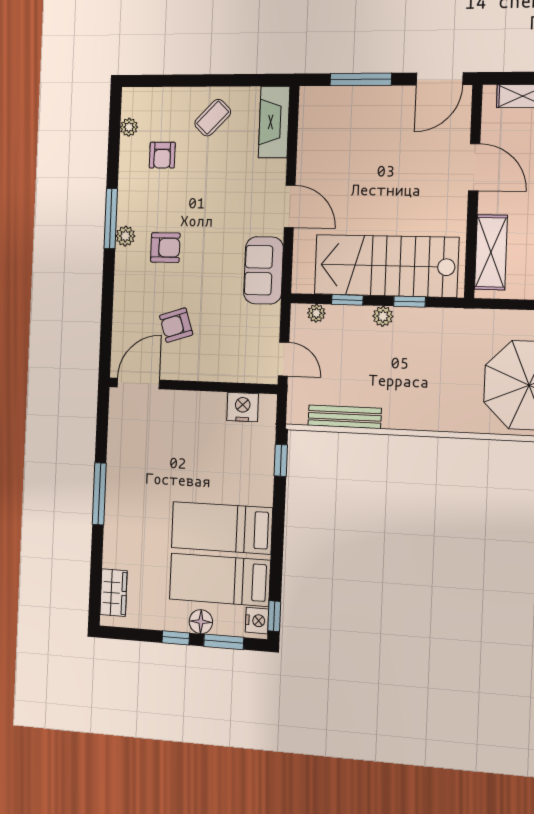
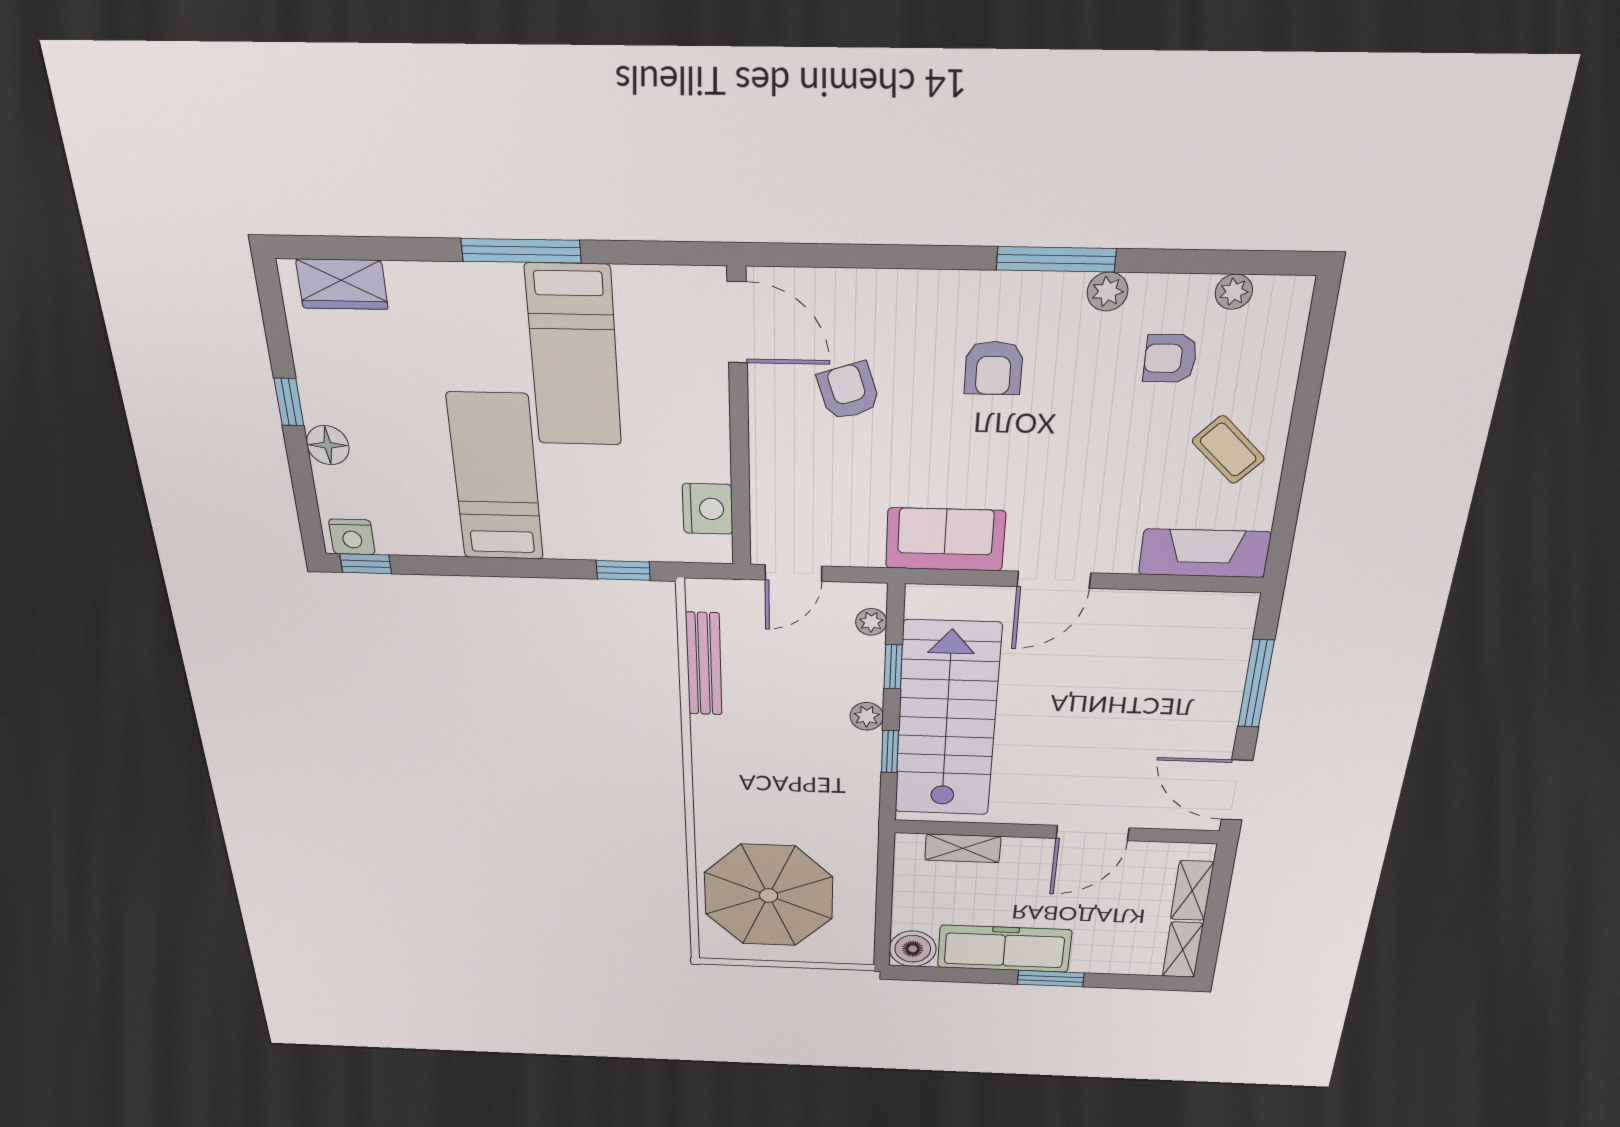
plant: (125, 236) -> (1108, 292), moved
shelving: (491, 252) -> (963, 848), width x0.67, depth x0.75
bed: (220, 580) -> (574, 356), moved, turned 180
window: (224, 642) -> (303, 484), removed

